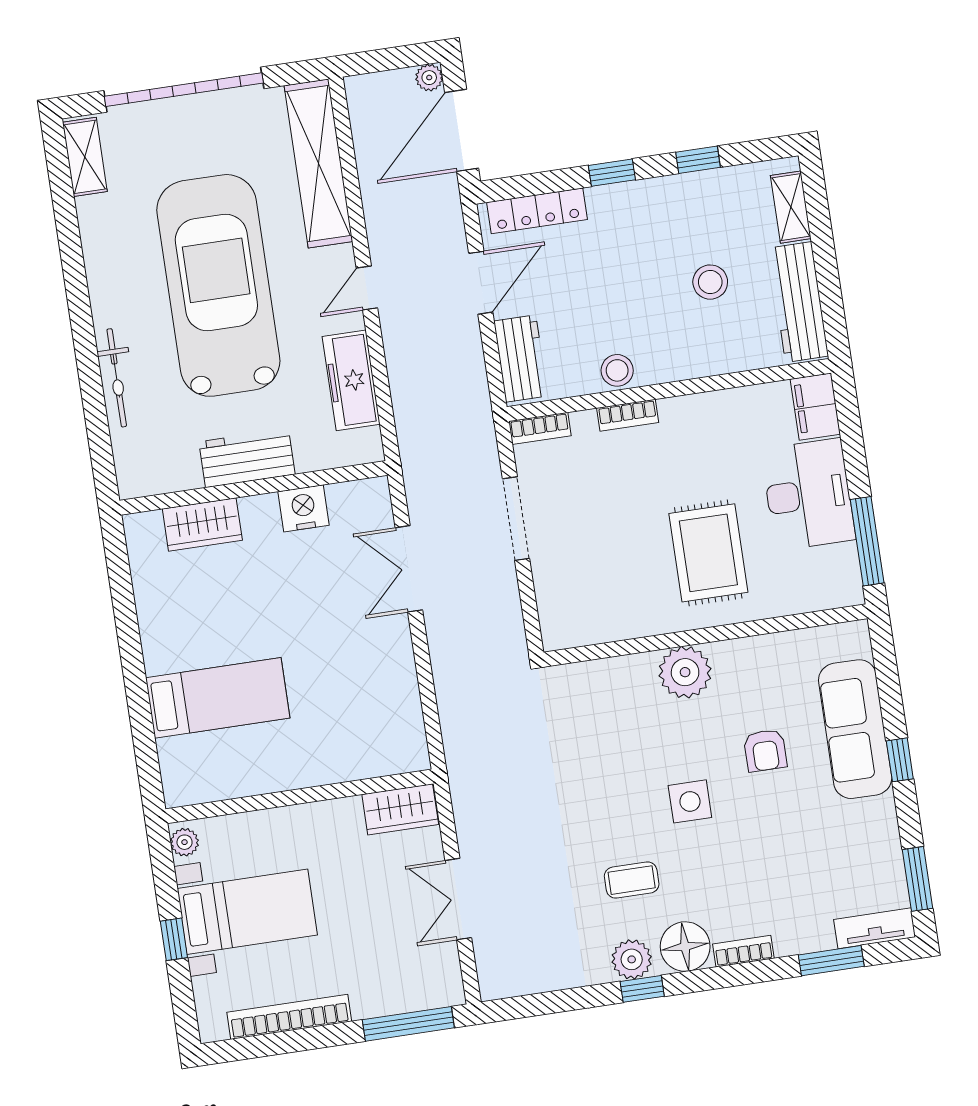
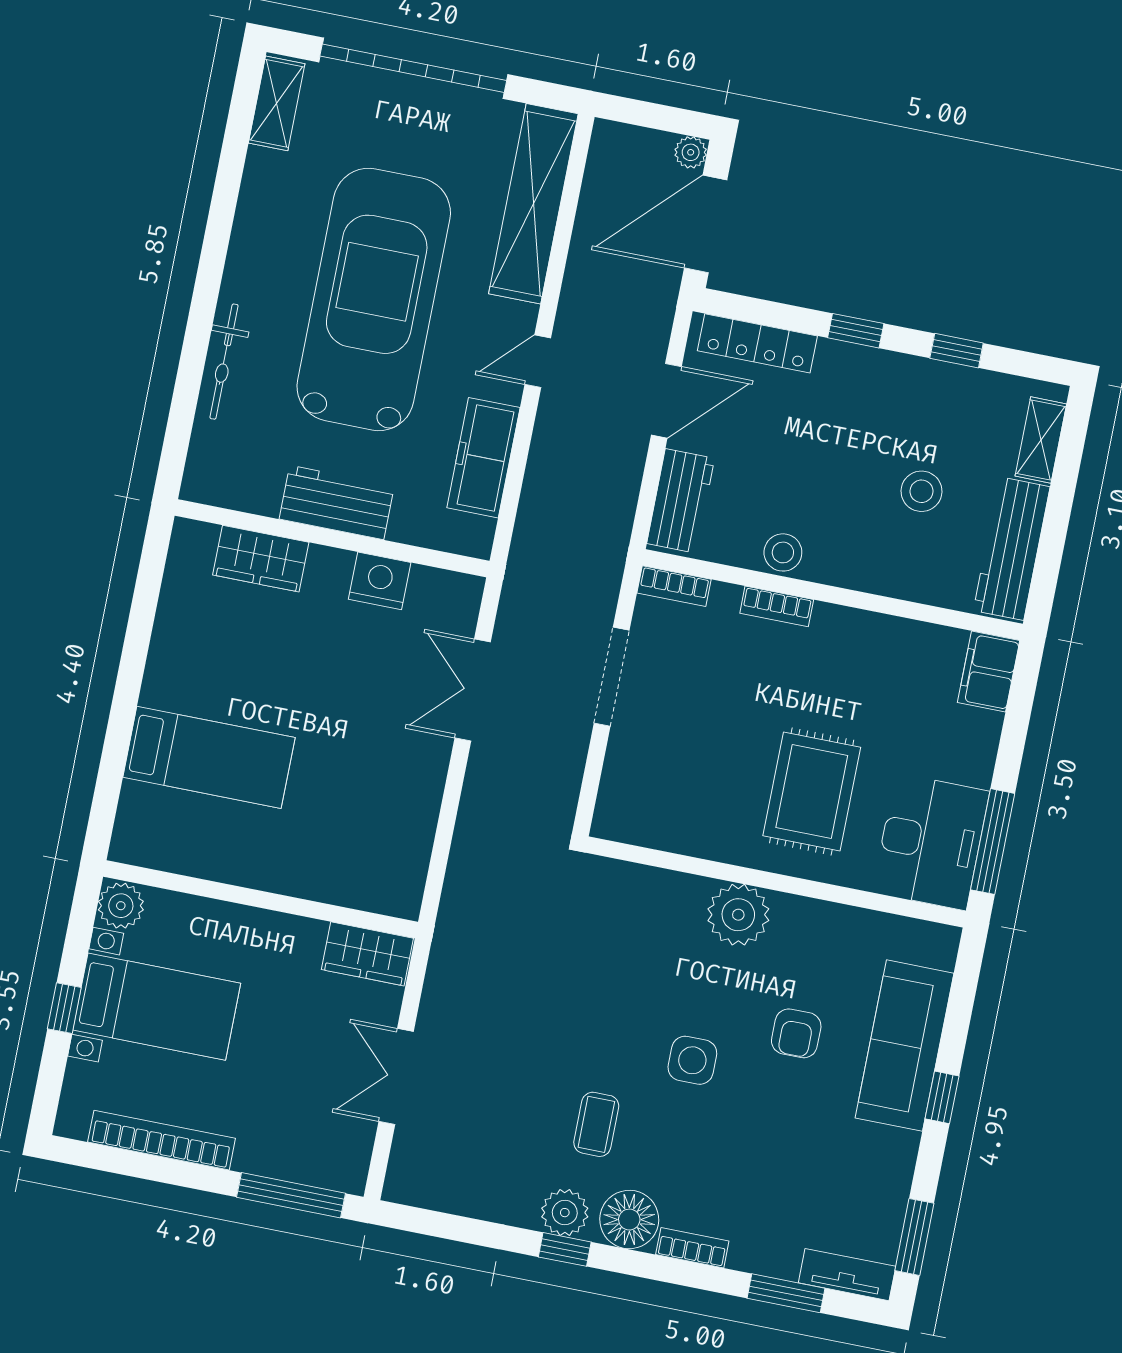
desk: (808, 494) -> (931, 842), moved
plant: (185, 842) -> (121, 906), width x1.38, depth x1.38
coffee table: (632, 880) -> (596, 1124), turned 90

